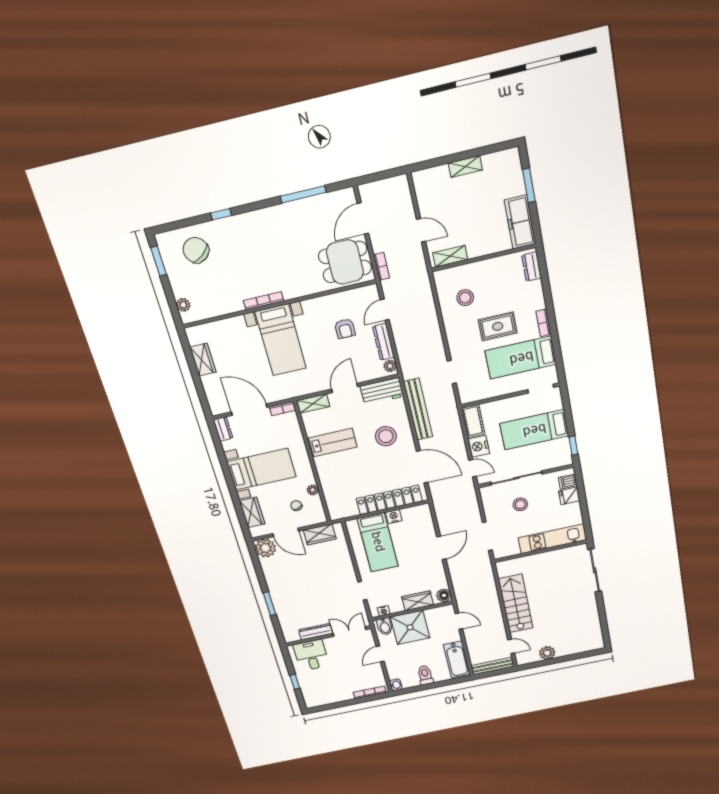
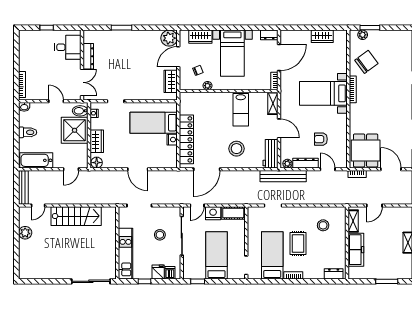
freezer: (520, 222) -> (356, 250), moved, turned 90
chair: (196, 250) -> (366, 62), moved
window: (159, 261) -> (370, 28), moved
bench: (418, 409) -> (283, 176), moved
window: (584, 509) -> (144, 281), added

